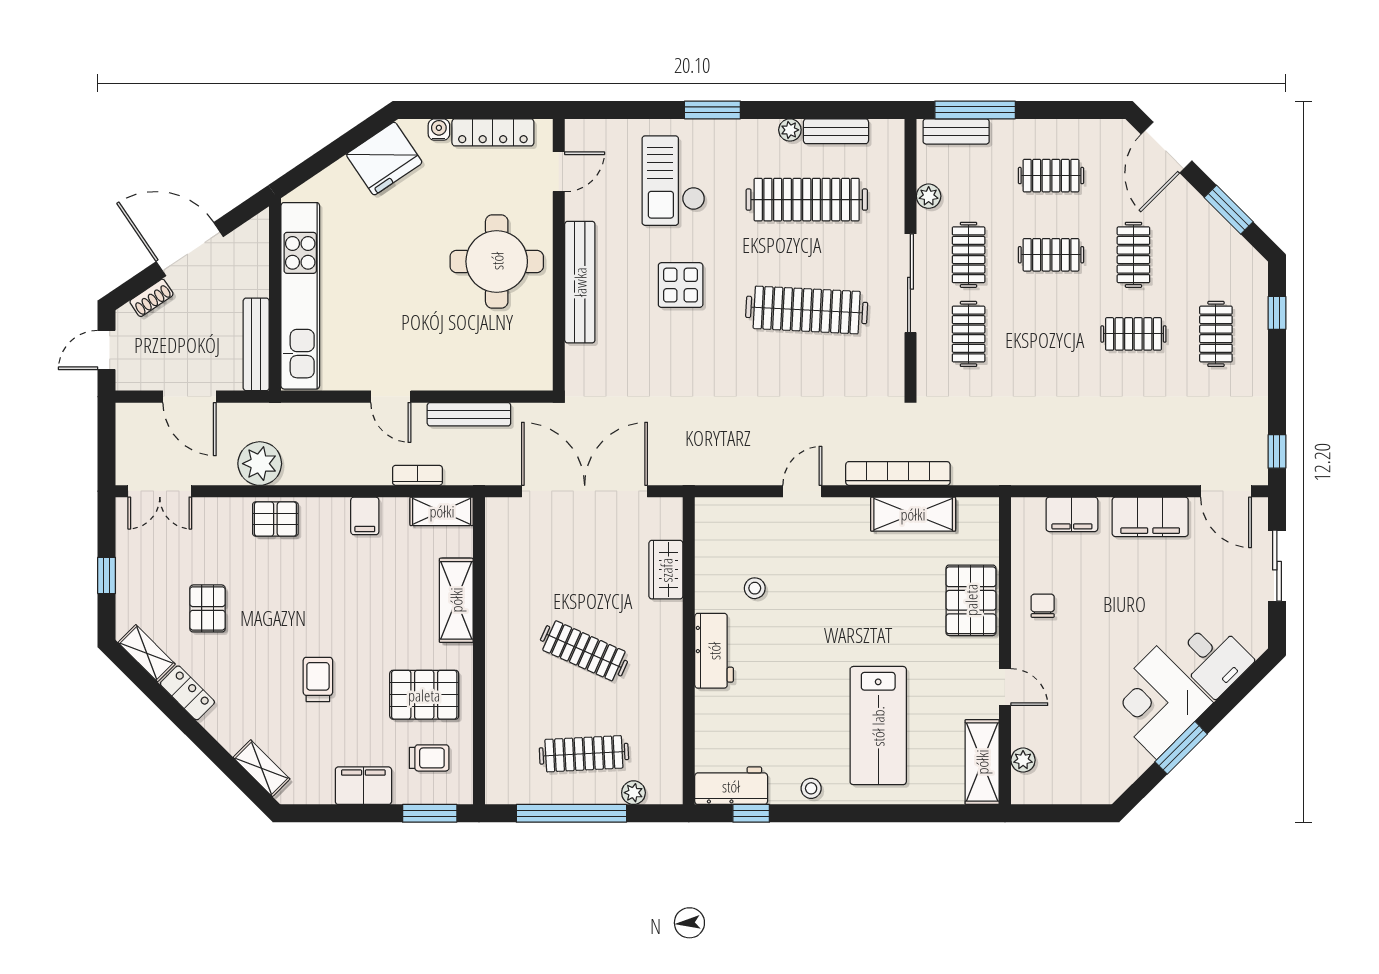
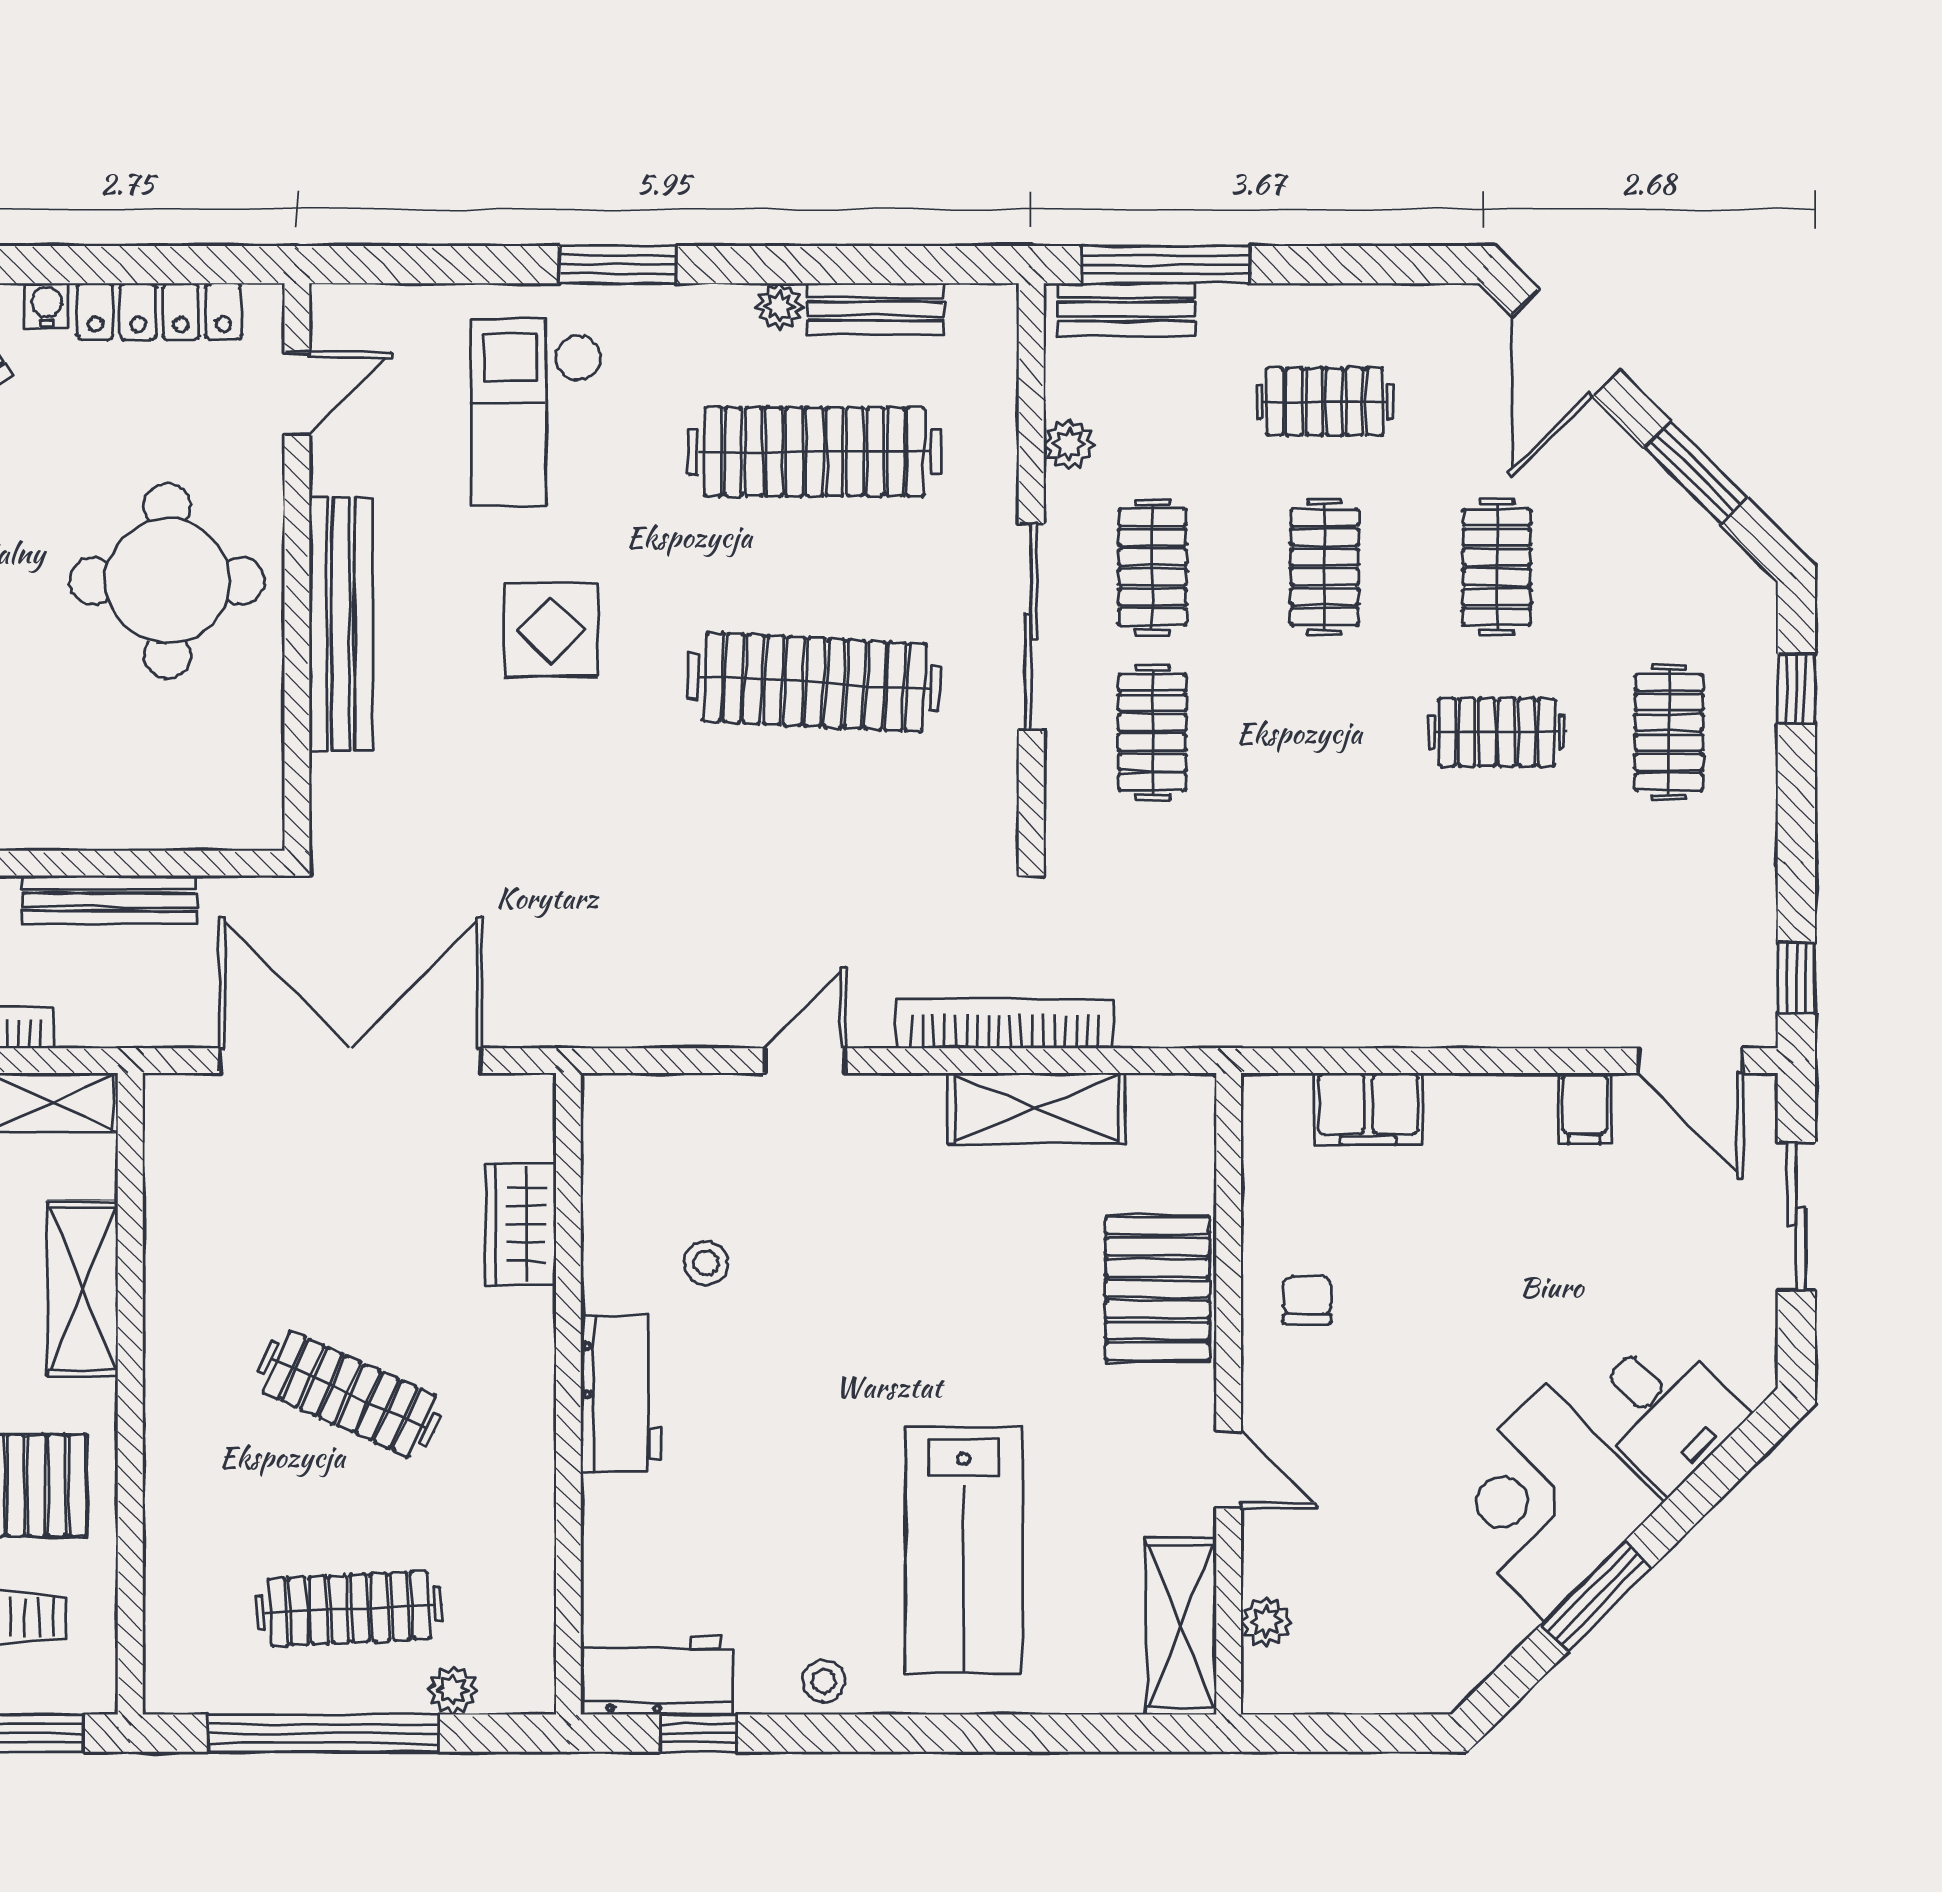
clothes rail: (1051, 255) -> (1325, 567), turned 90
filing cabinet: (1150, 517) -> (1585, 1108), width x0.33, depth x0.86

